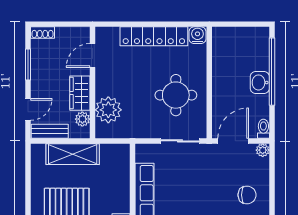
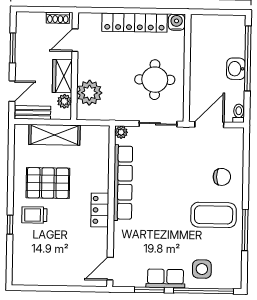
shoe rack: (43, 33) -> (58, 18), moved
plant: (263, 150) -> (121, 132), moved

